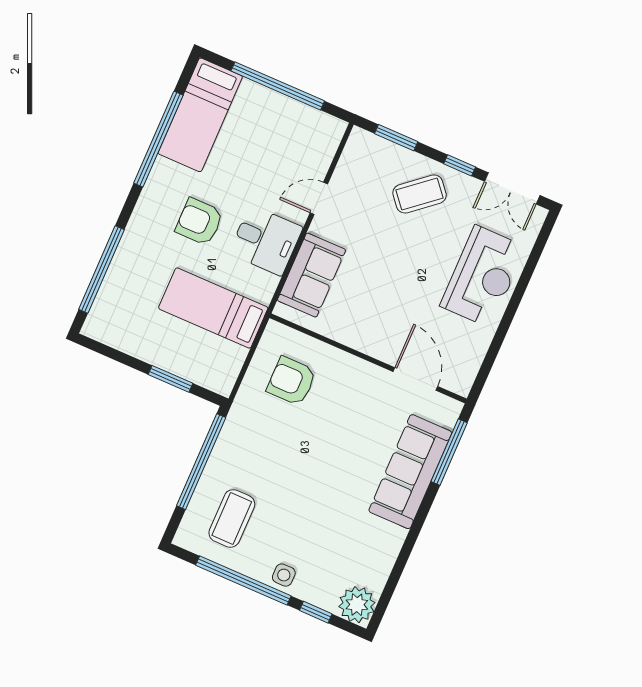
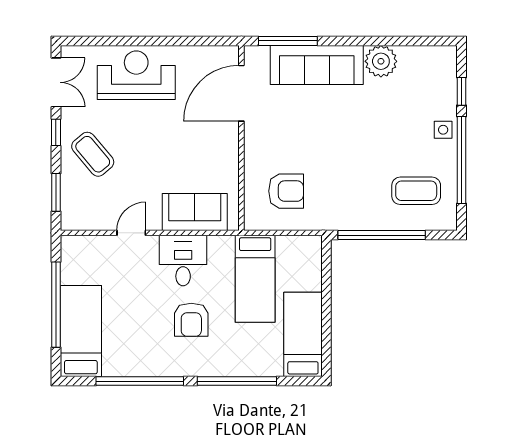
bed: (200, 115) -> (81, 331), moved, turned -90
door: (319, 198) -> (131, 233), swing flipped
window: (101, 270) -> (237, 381), moved
bed: (132, 333) -> (303, 334), added
window: (171, 379) -> (326, 288), removed
door: (415, 379) -> (241, 93), width x1.36
armchair: (292, 381) -> (286, 191), turned -90
plant: (357, 605) -> (381, 61), moved

